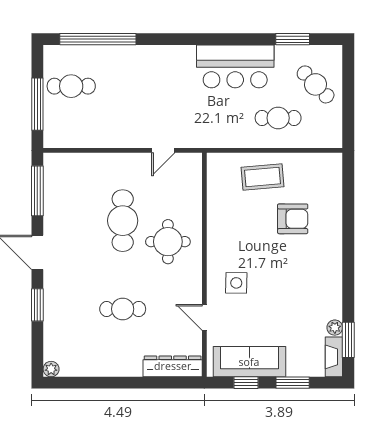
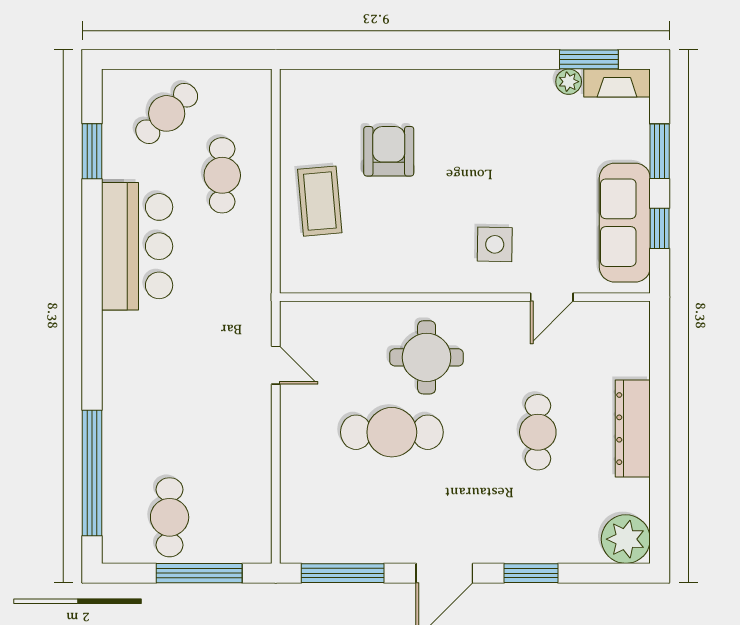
dresser: (173, 366) -> (633, 429), moved
plant: (51, 369) -> (626, 539), width x1.88, depth x1.88

